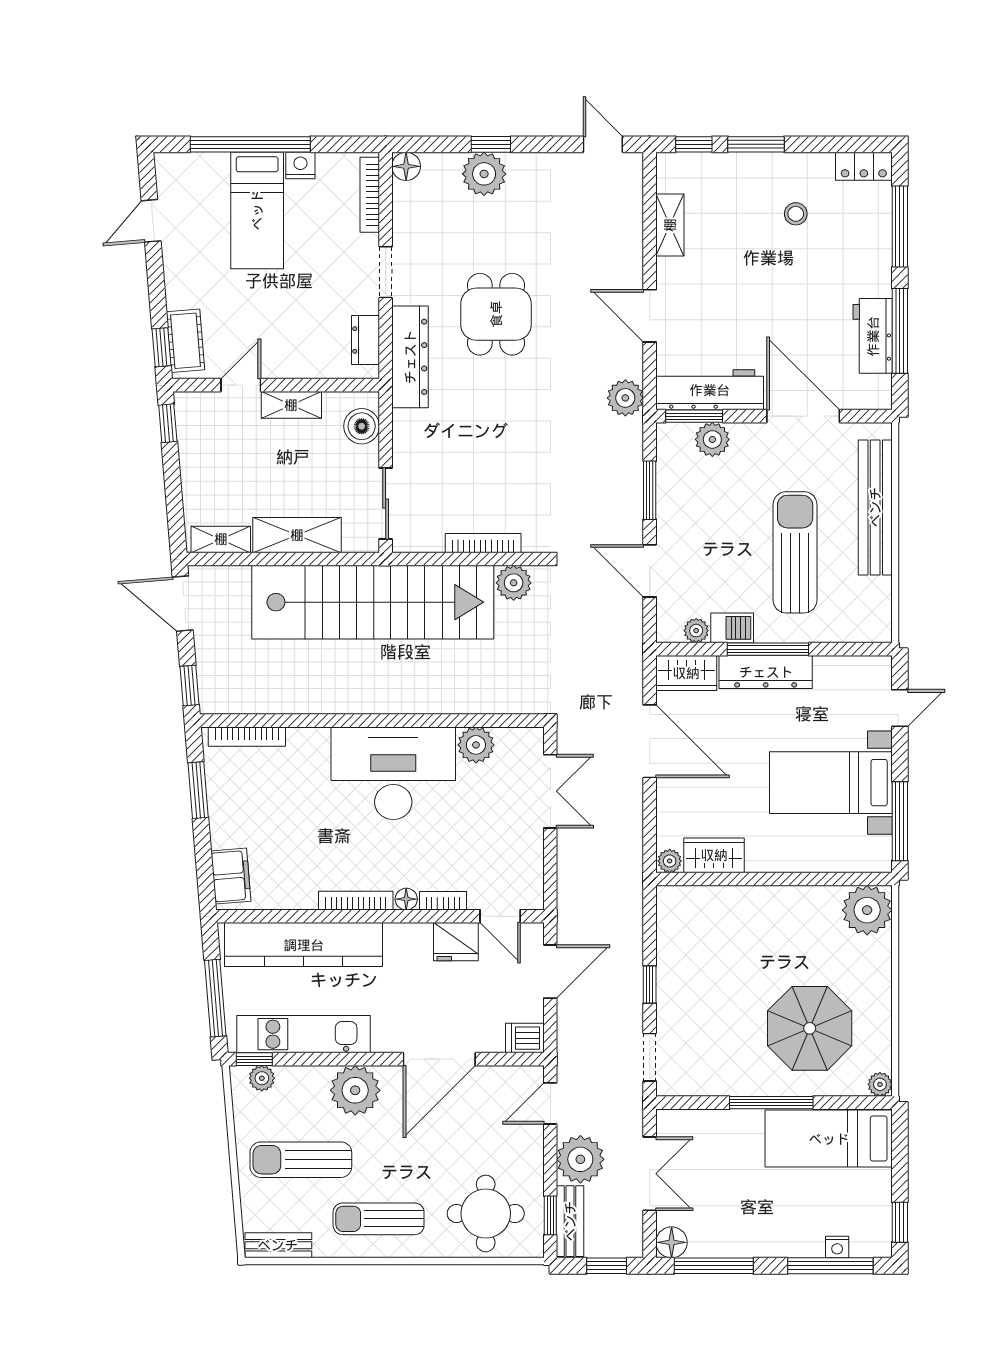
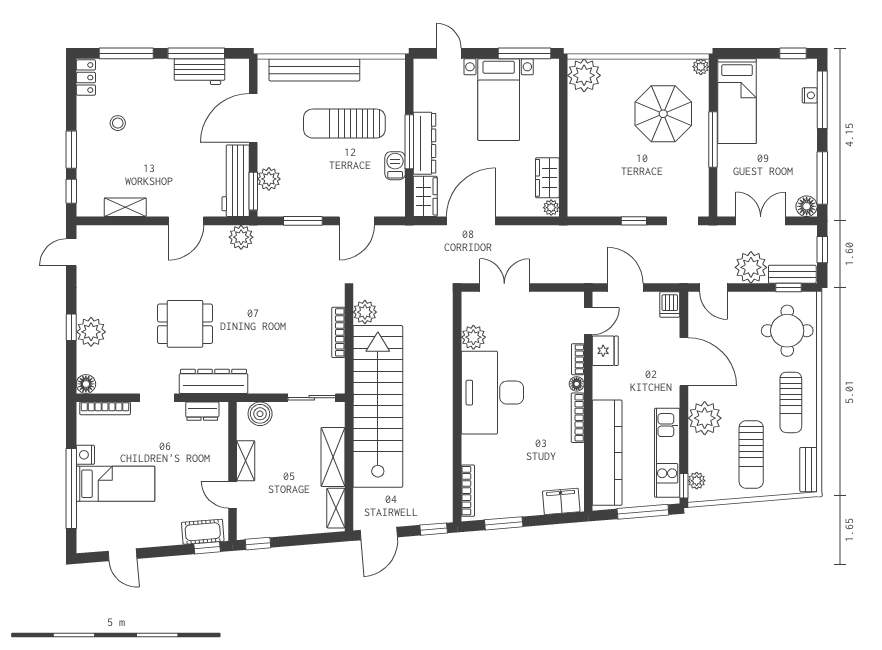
plant: (696, 631) -> (397, 190), removed

